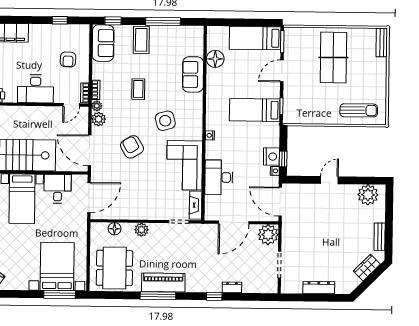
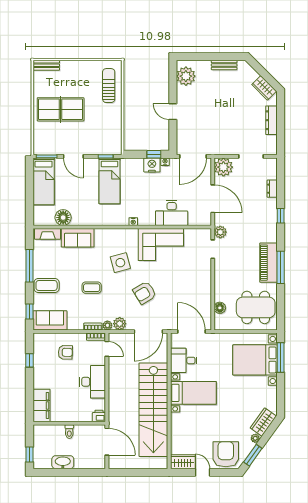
fireplace: (196, 205) -> (48, 234), moved
plant: (141, 230) -> (220, 232), moved
wardrobe: (367, 268) -> (264, 88), moved
dresser: (232, 287) -> (272, 189), moved

